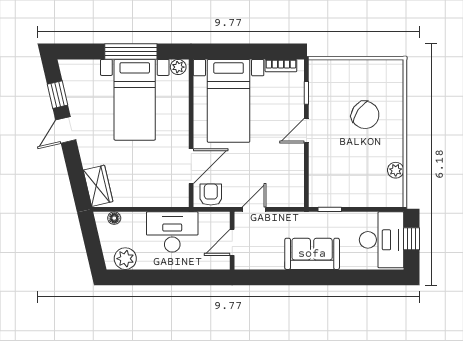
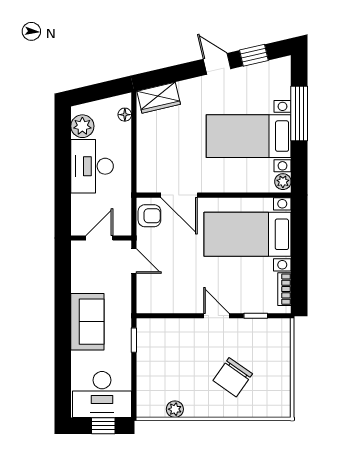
window: (131, 52) -> (299, 113), moved
desk: (172, 232) -> (92, 166), moved, turned 180
door: (232, 242) -> (99, 238), hinge flipped

